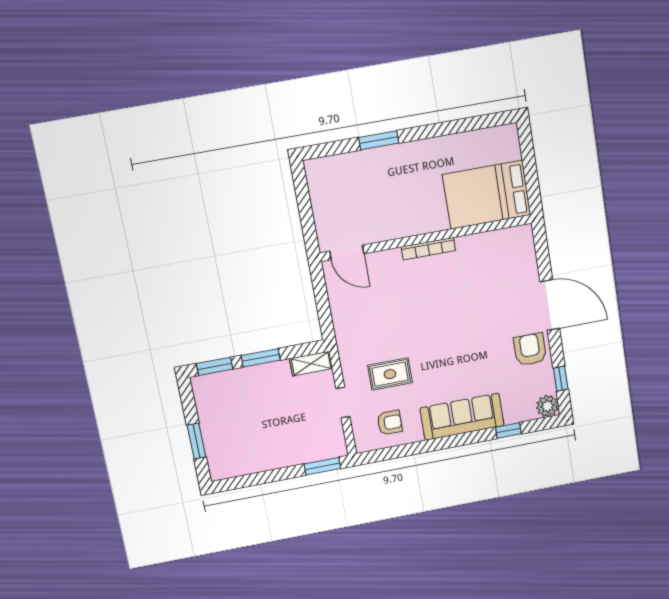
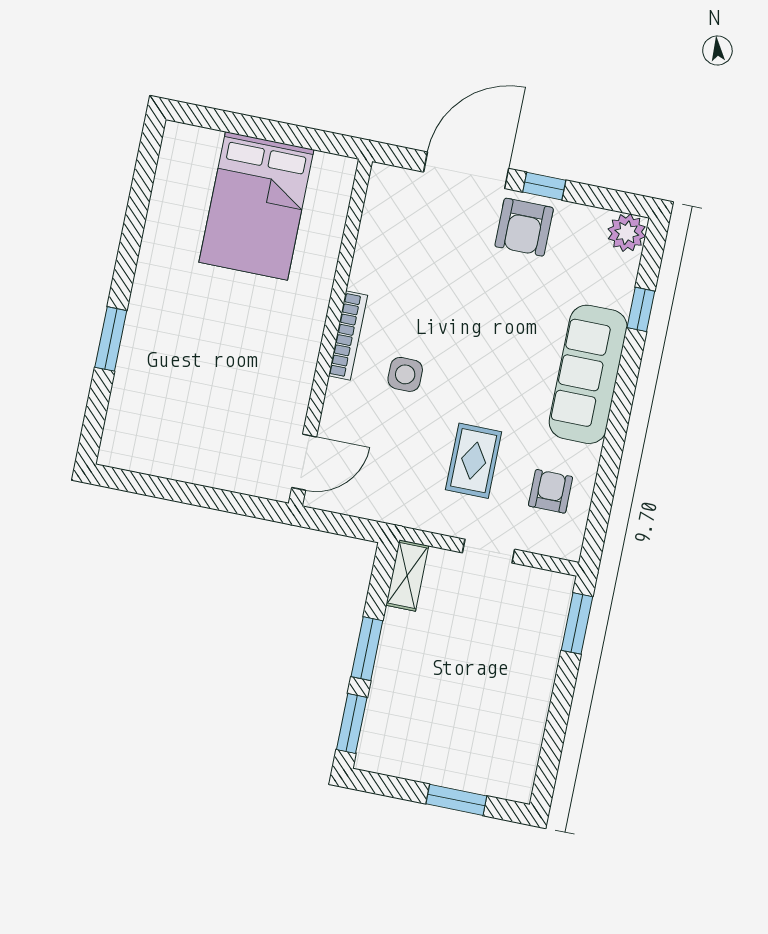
wall: (426, 238) -> (330, 332), moved
bookcase: (428, 249) -> (348, 335), moved
door: (347, 252) -> (304, 462), moved
side table: (423, 317) -> (405, 374), added
armchair: (530, 350) -> (524, 227), turned -90
window: (561, 379) -> (544, 186), moved

